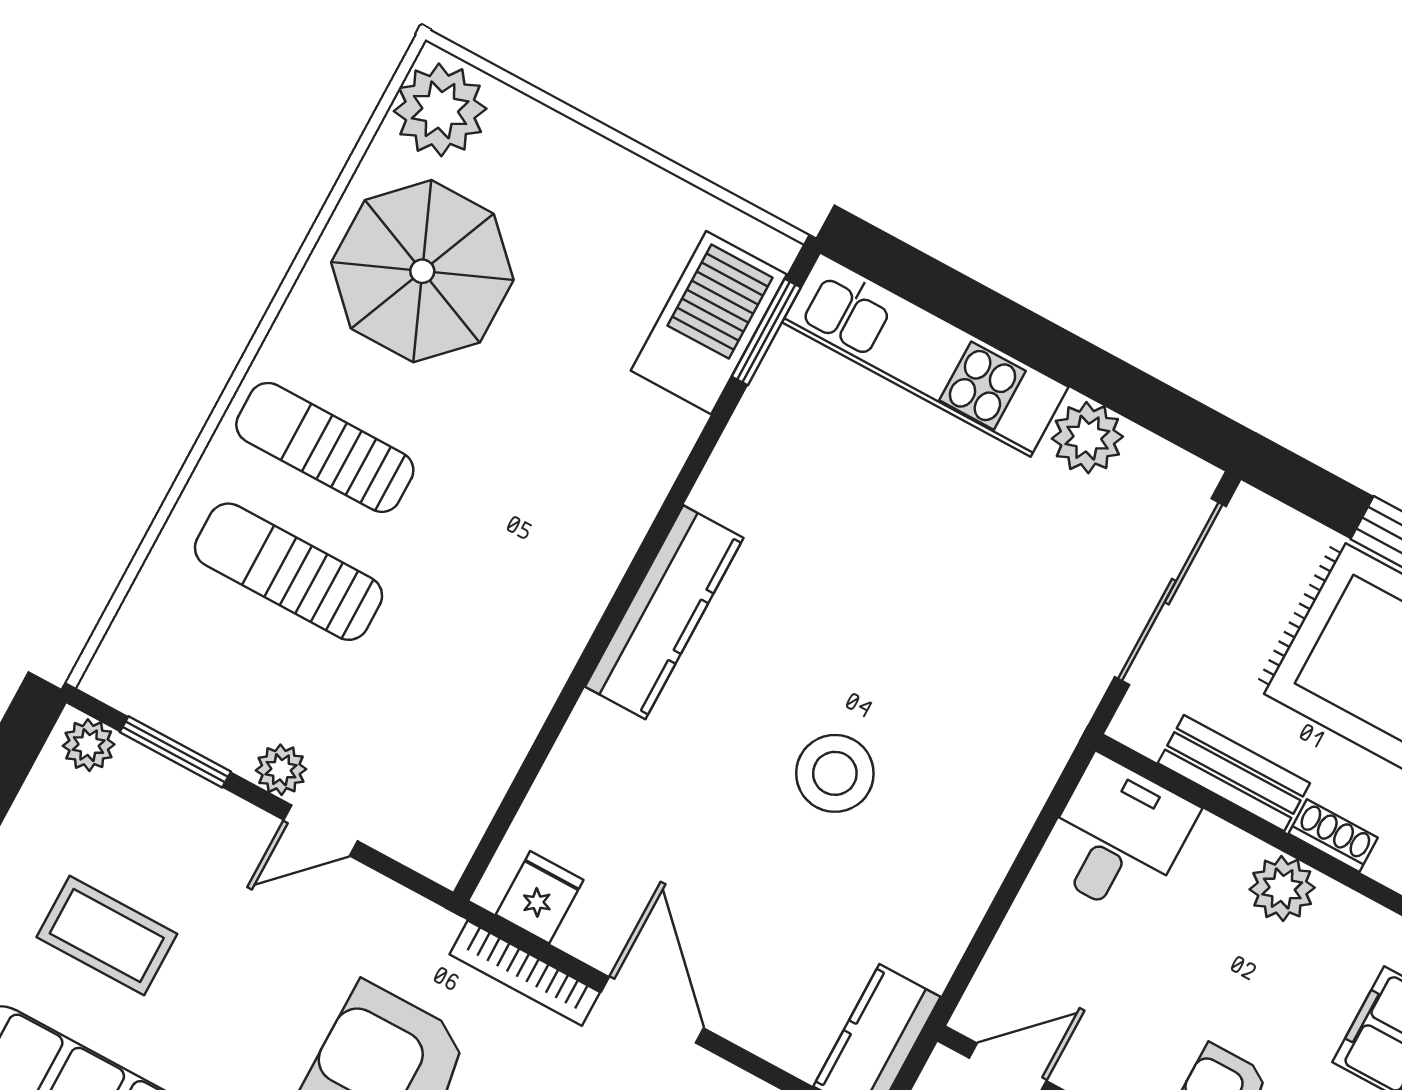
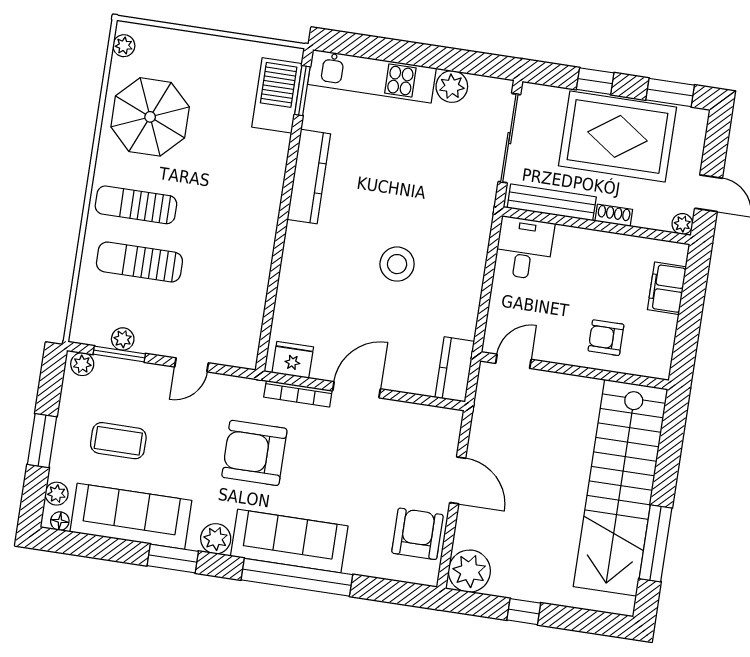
plant: (440, 110) -> (124, 46), width x0.53, depth x0.53
kitchen counter: (664, 612) -> (309, 177), moved
plant: (281, 770) -> (123, 339), moved
bench: (1234, 773) -> (552, 202), width x1.36
plant: (1282, 888) -> (600, 245), removed
fridge: (540, 897) -> (293, 360), width x1.38
door: (652, 1010) -> (357, 390), hinge flipped

